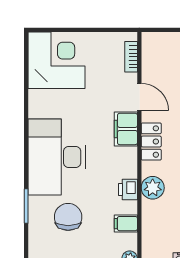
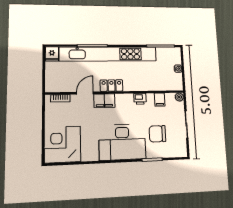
plant: (153, 188) -> (138, 84), removed

